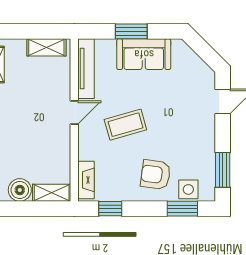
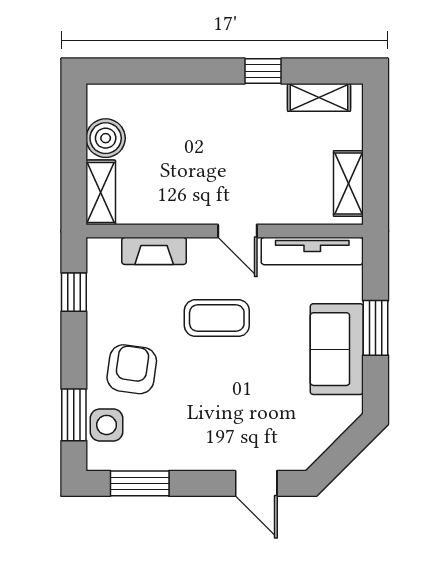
coffee table: (125, 125) -> (217, 318), turned -74
fireplace: (86, 180) -> (154, 251), moved

